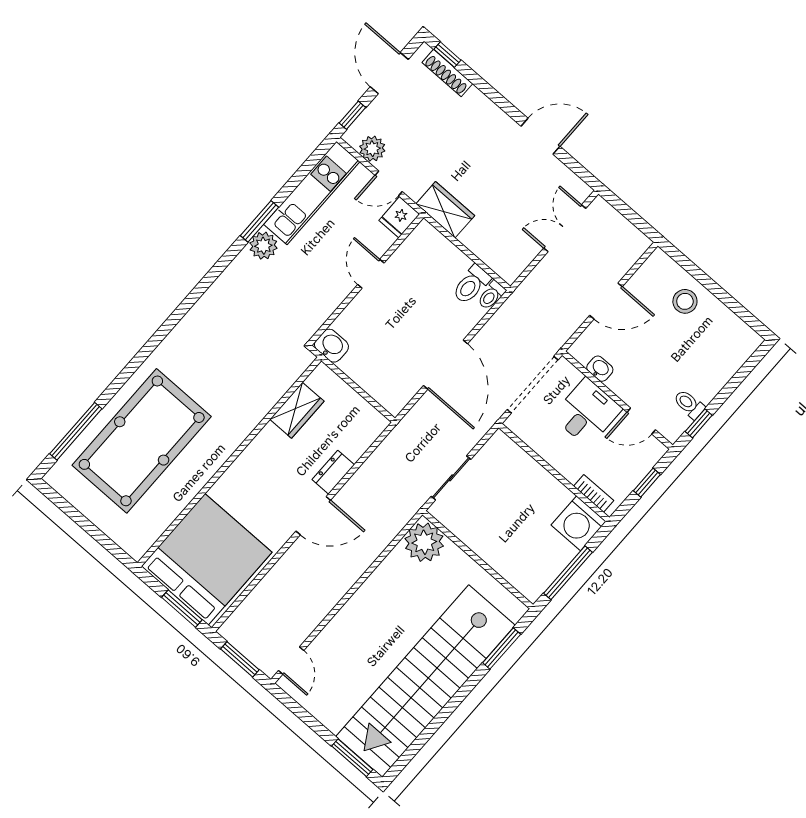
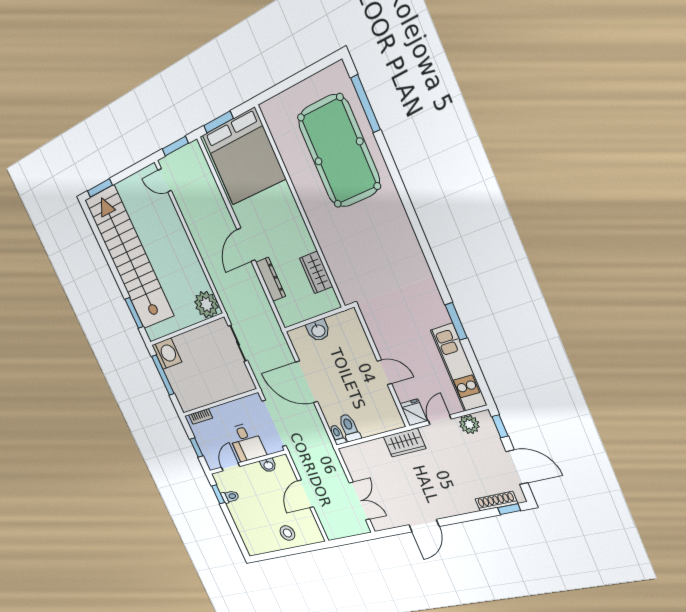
plant: (263, 246) -> (437, 314), removed
washbasin: (331, 346) -> (318, 330), moved
dresser: (333, 472) -> (271, 279), width x1.44
washing machine: (579, 523) -> (167, 354), moved, turned 90

